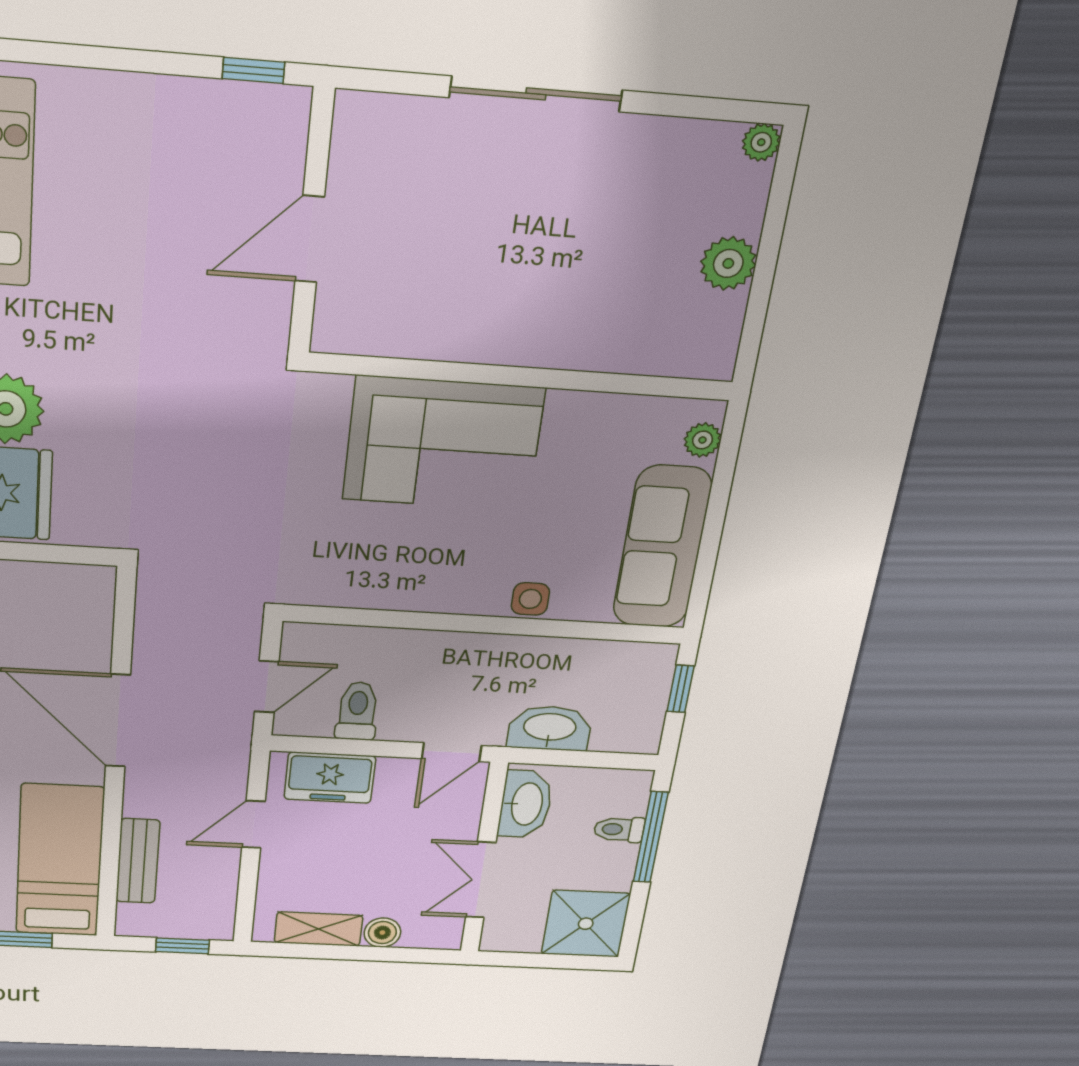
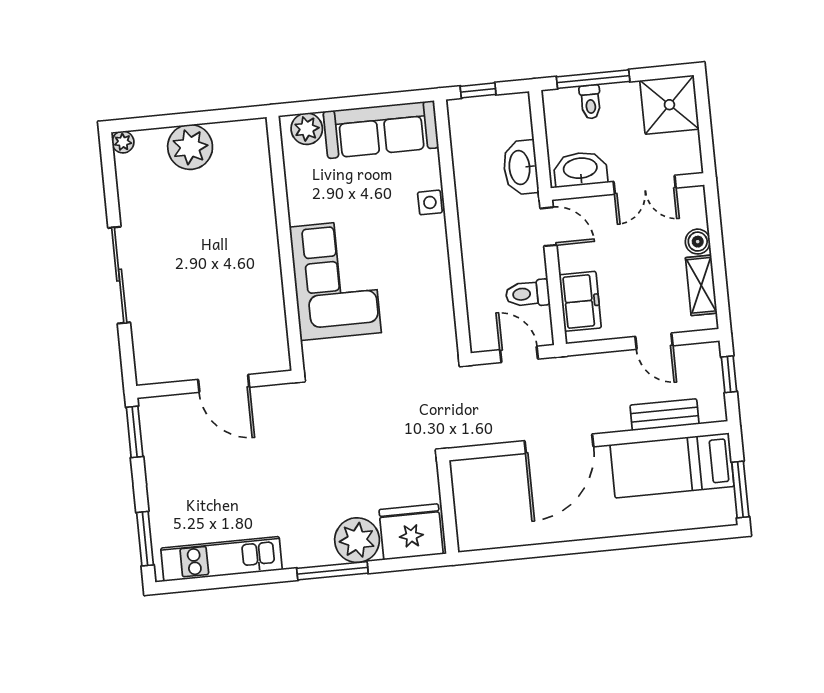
window: (57, 54) -> (145, 539), added
window: (253, 70) -> (135, 432), width x1.50
plant: (728, 263) -> (190, 147), width x1.36, depth x1.36
plant: (703, 440) -> (307, 129), width x1.38, depth x1.38
door: (253, 824) -> (654, 341), moved

